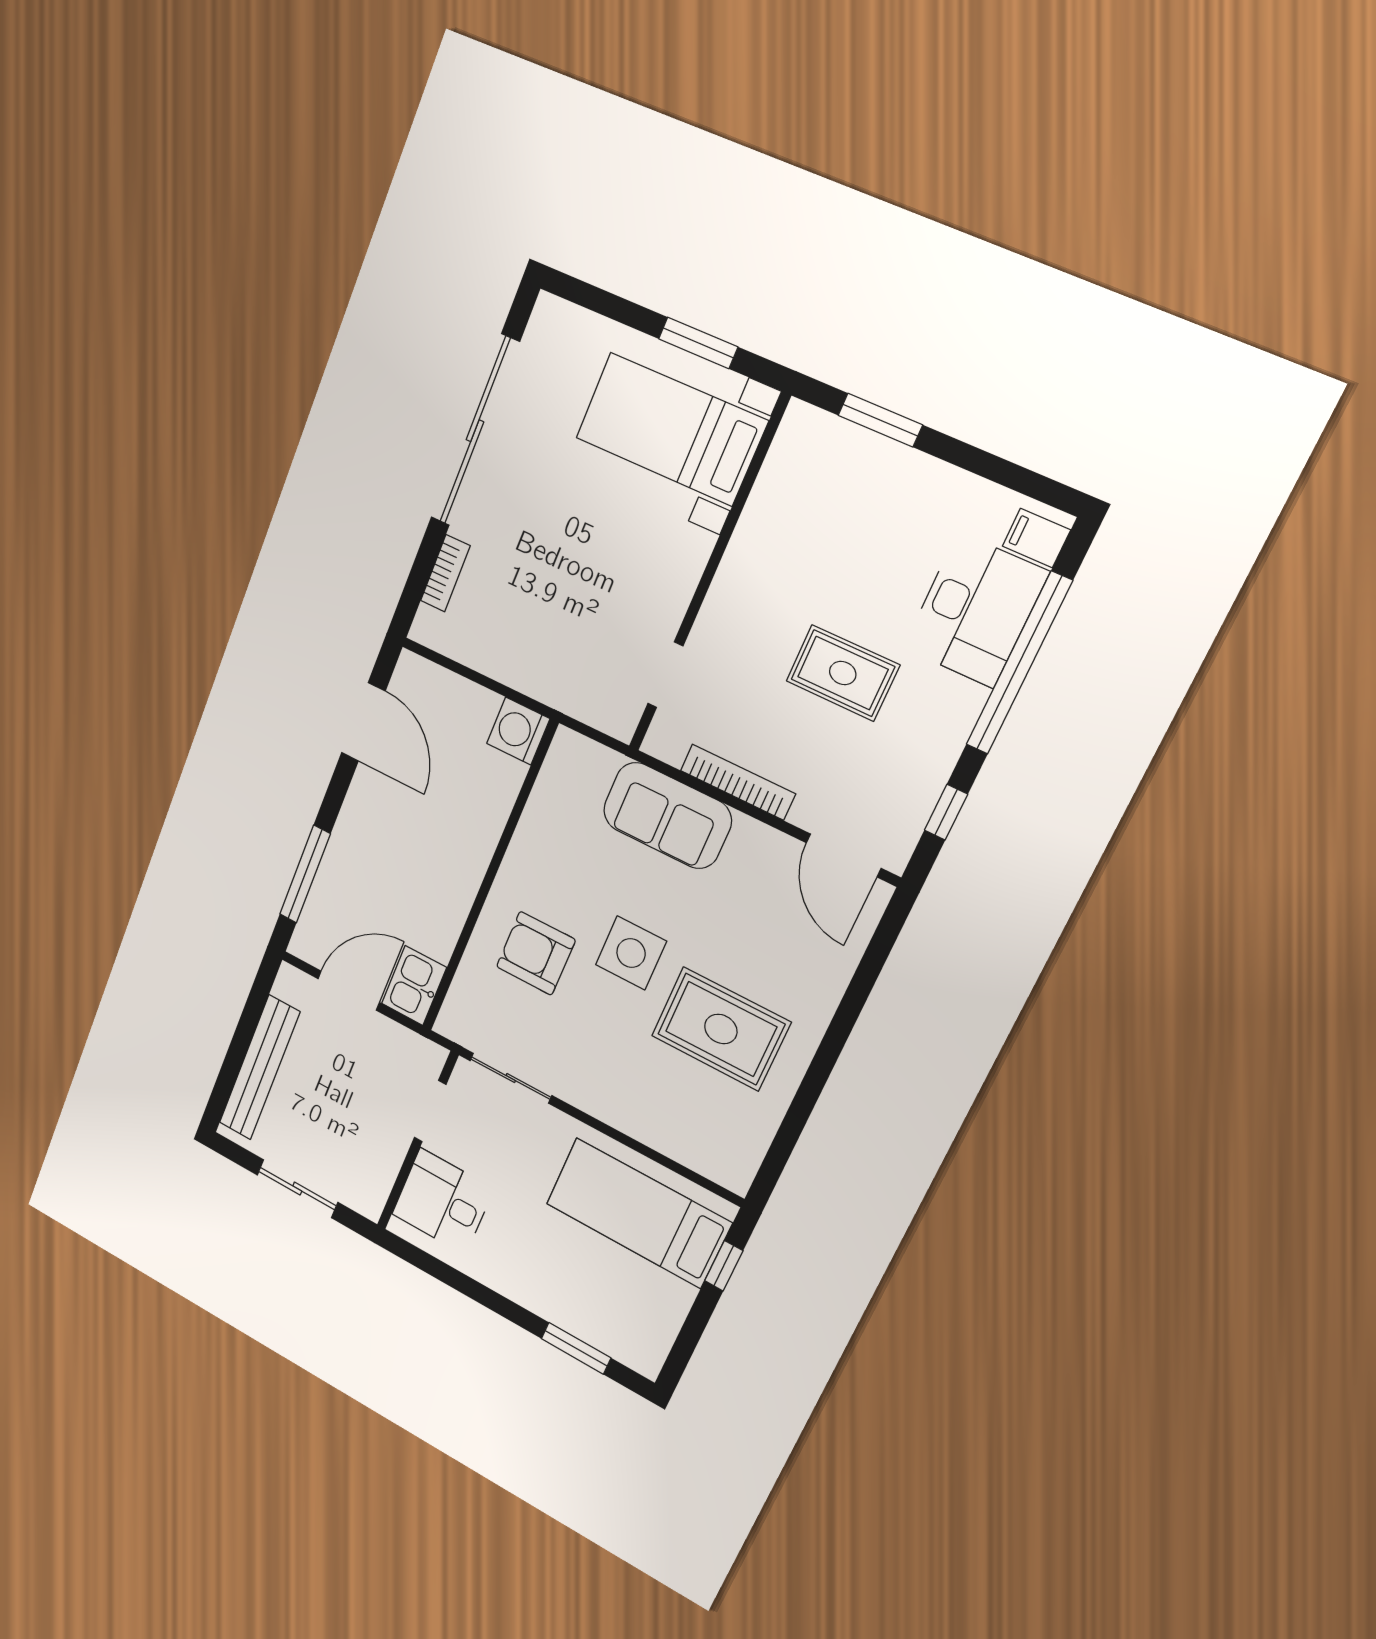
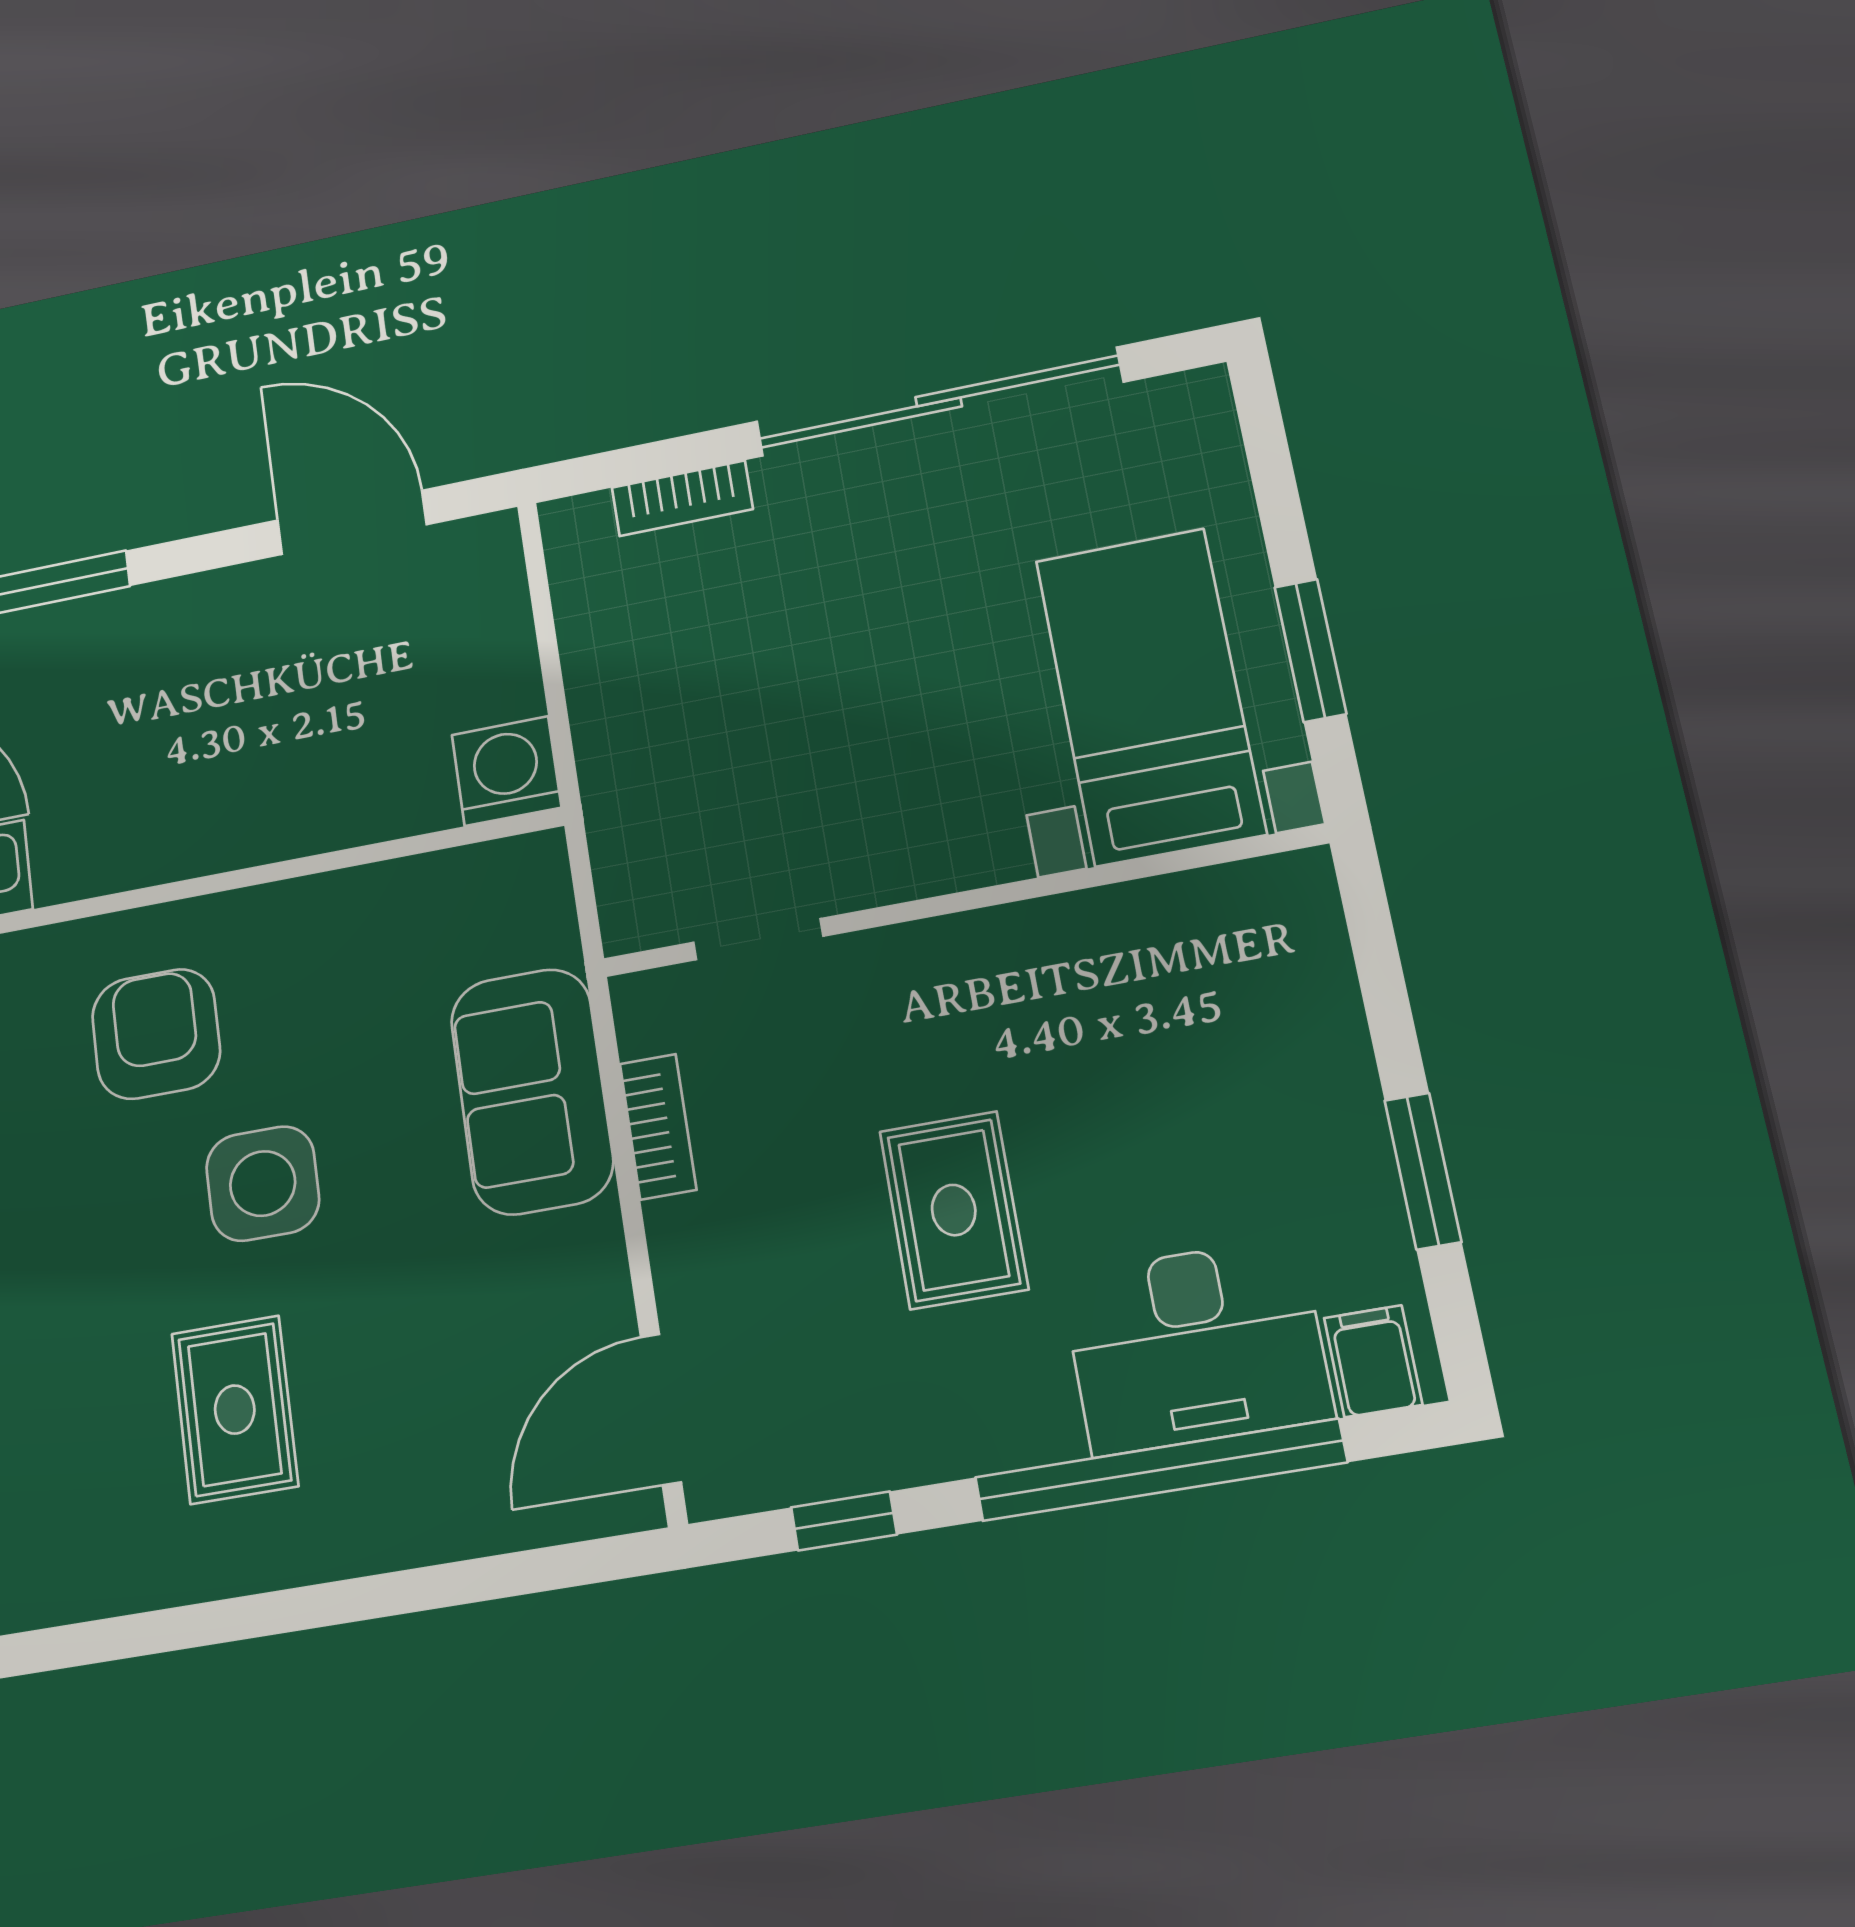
window: (880, 420) -> (1423, 1171), moved
door: (363, 722) -> (352, 522), swing flipped
bookcase: (738, 782) -> (658, 1127), width x0.64
rug: (721, 1029) -> (235, 1410), width x0.73, depth x0.70

